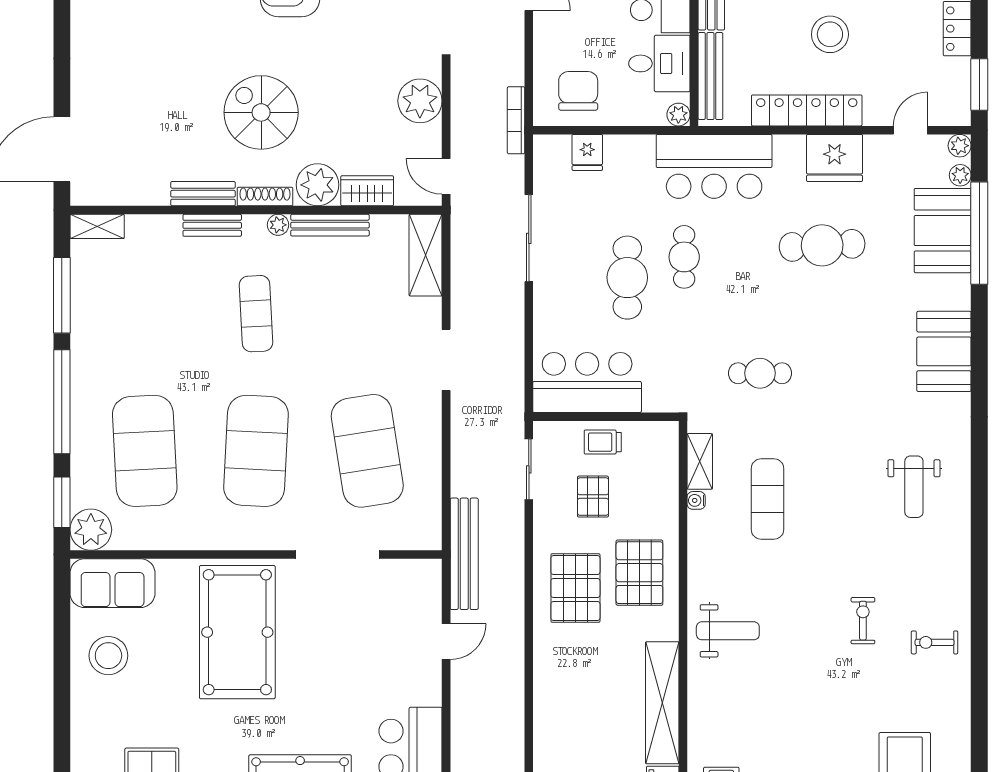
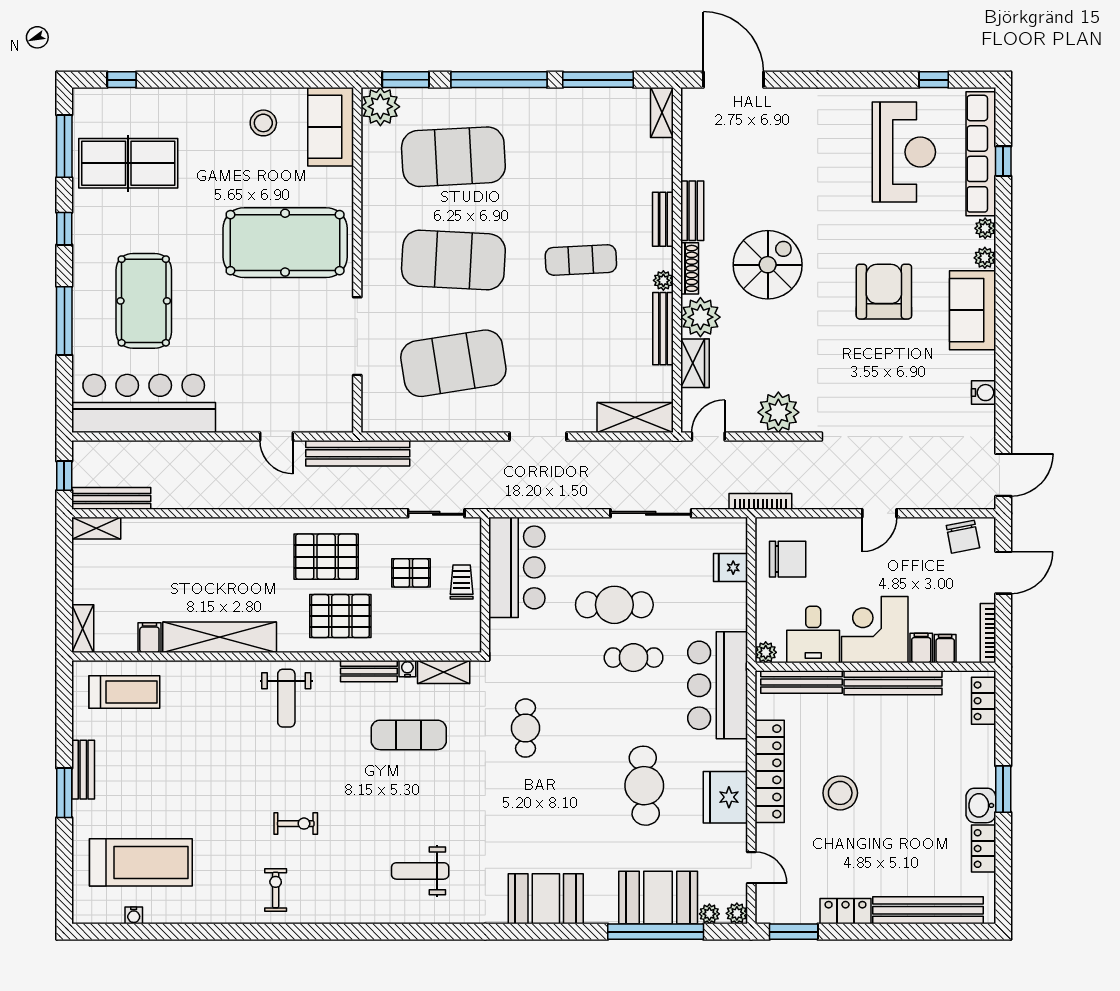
bench: (699, 542) -> (369, 671), added
stool: (108, 656) -> (263, 123), width x0.73, depth x0.73

